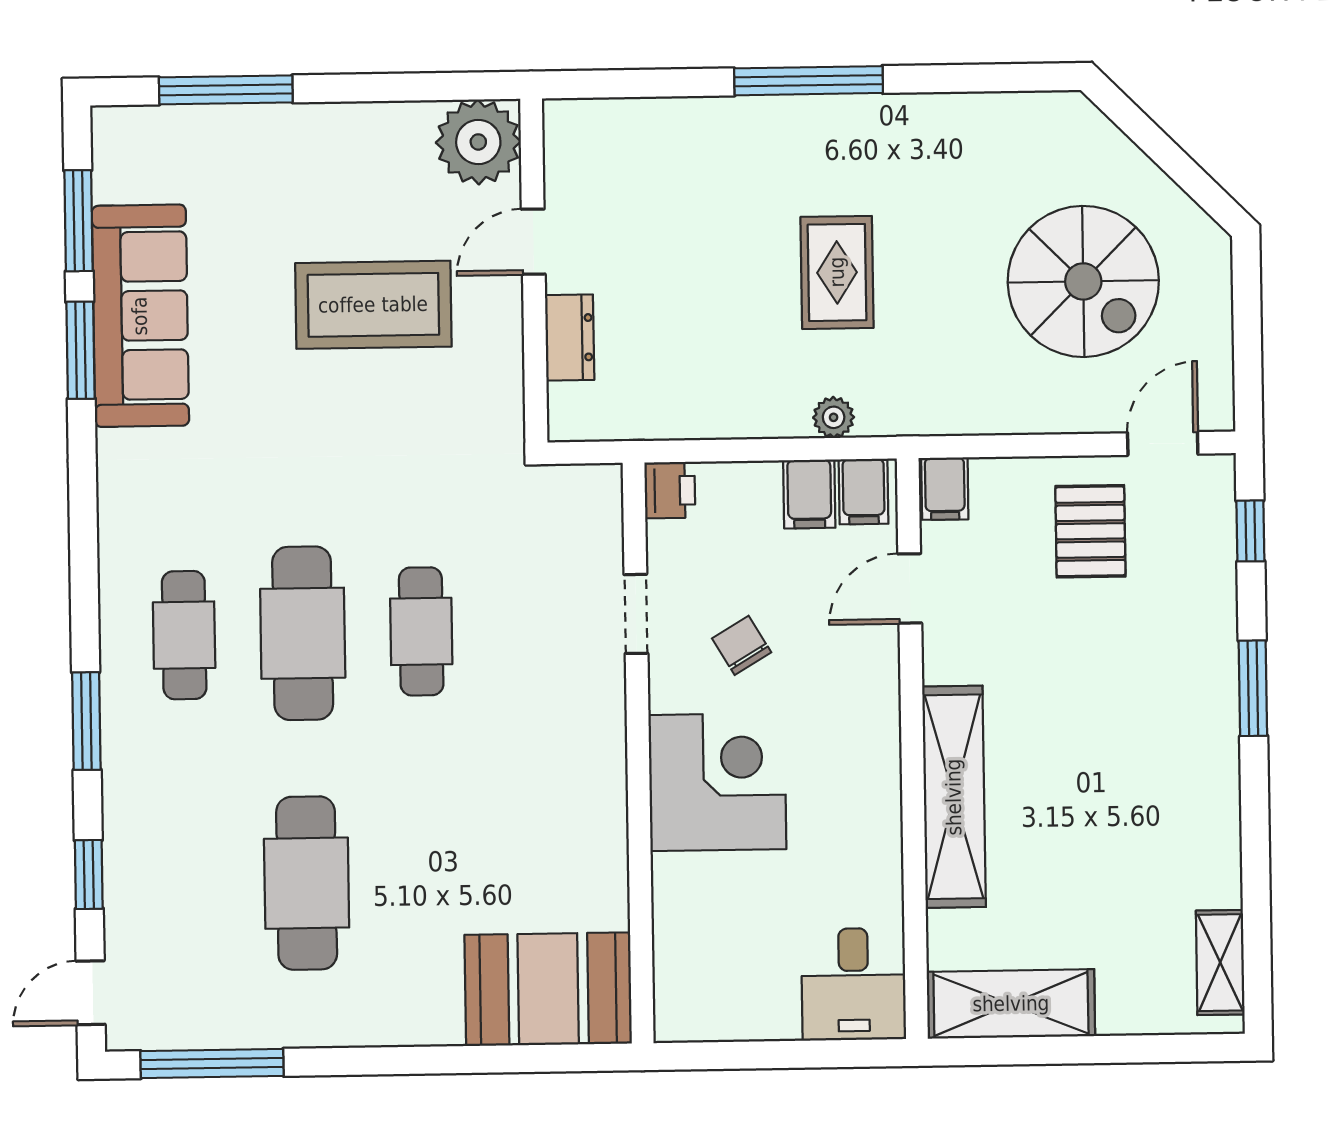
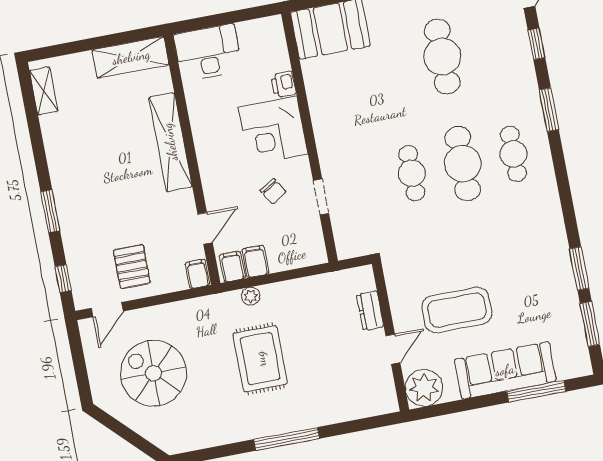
rug: (837, 272) -> (260, 359), width x1.36, depth x1.43
sofa: (140, 316) -> (505, 370), moved, turned 90
printer: (670, 491) -> (284, 84), moved
desk: (854, 984) -> (208, 53), width x1.37

